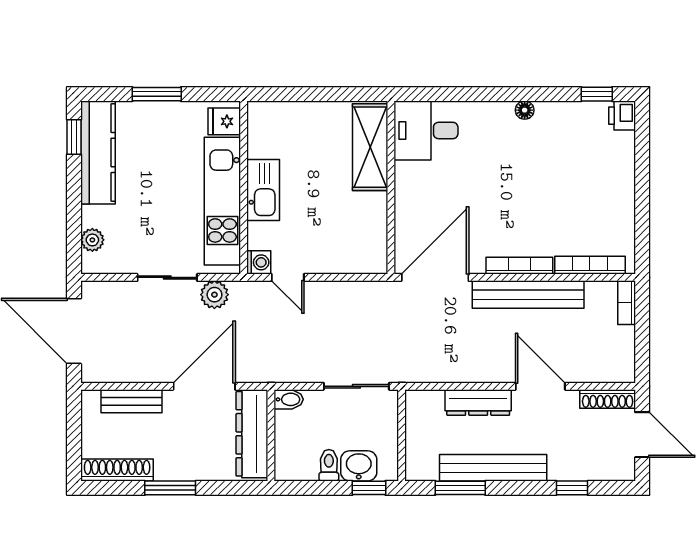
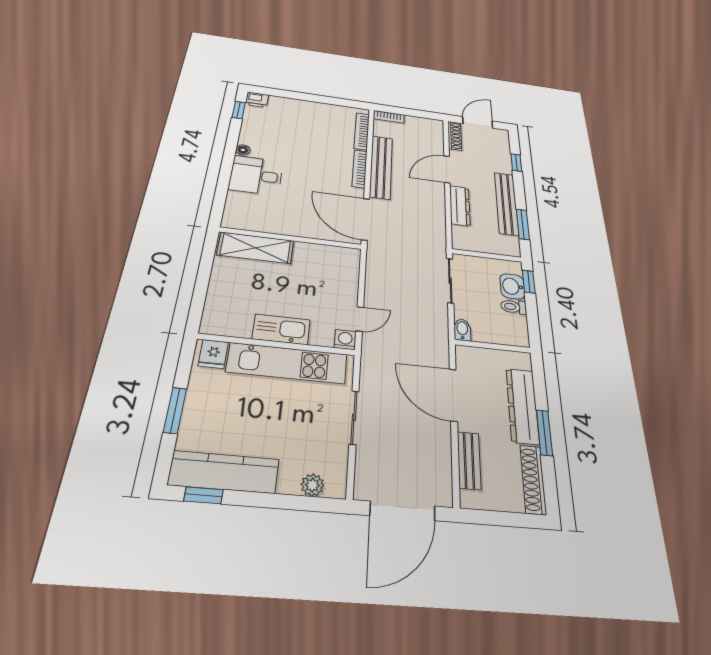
desk: (426, 130) -> (256, 175), moved, turned 90
plant: (214, 295) -> (372, 378), removed
dresser: (252, 434) -> (522, 406), moved, turned 90

